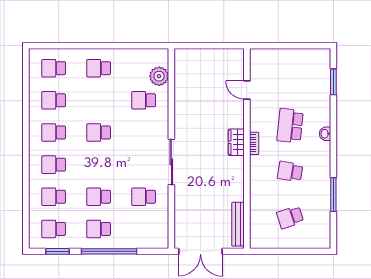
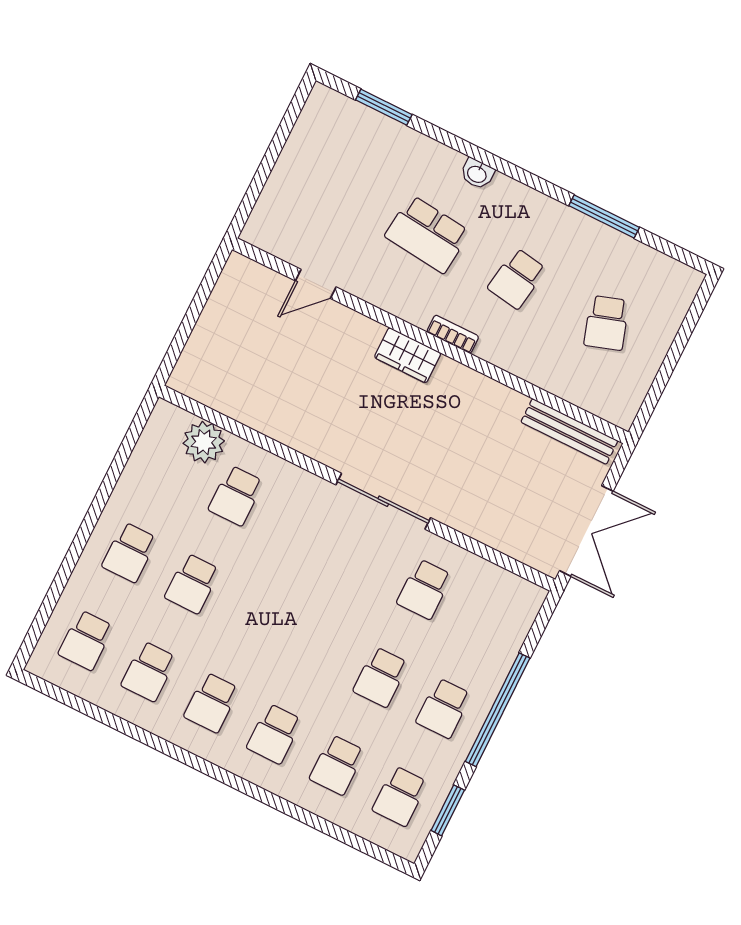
school desk: (99, 132) -> (192, 583), moved
bookcase: (254, 143) -> (453, 334), moved

